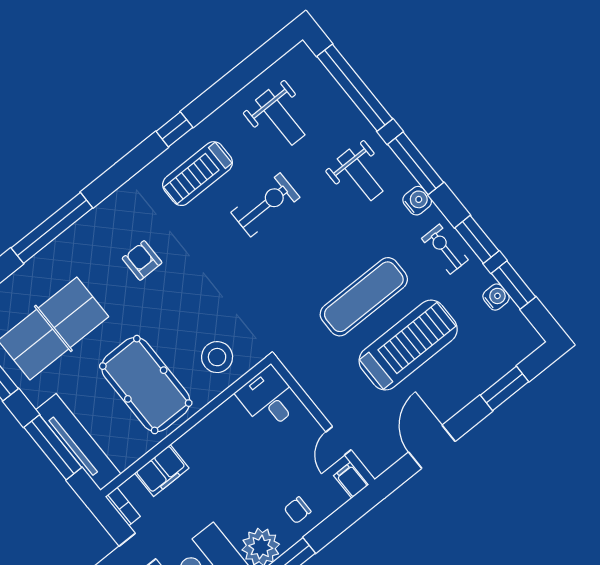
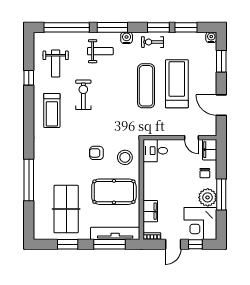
weight bench: (280, 117) -> (56, 63), turned 90
window: (174, 129) -> (29, 78), moved
armchair: (142, 260) -> (96, 153), moved
water cooler: (496, 297) -> (211, 37), moved
filing cabinet: (351, 480) -> (210, 150), width x2.00

